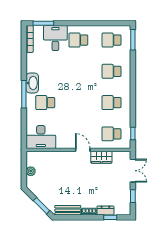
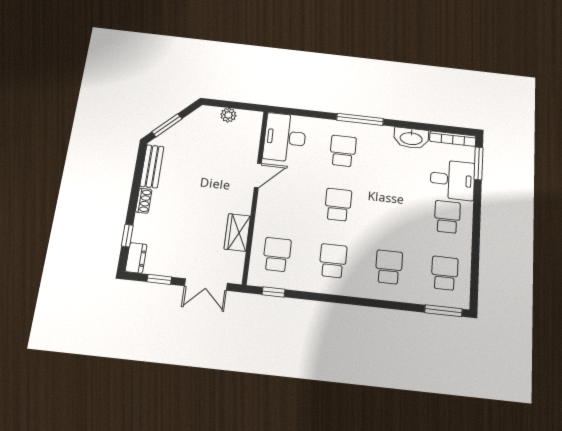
washbasin: (32, 83) -> (411, 138), moved
school desk: (78, 103) -> (338, 205), added
door: (83, 150) -> (258, 175), moved
dresser: (105, 211) -> (136, 258), moved

